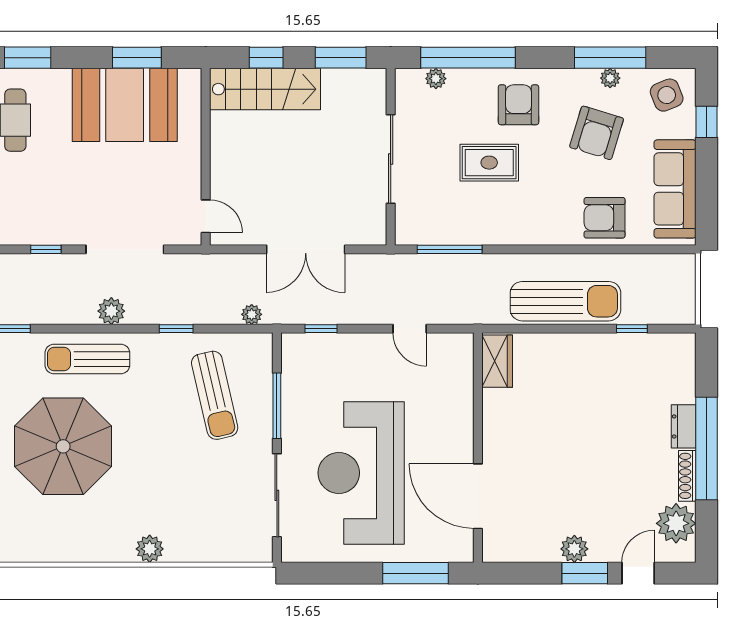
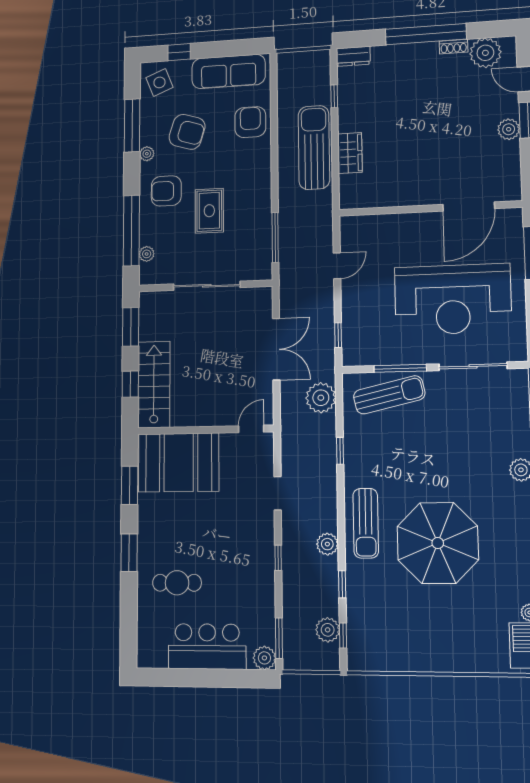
window: (28, 58) -> (129, 553), moved
plant: (610, 78) -> (147, 154), moved
booth: (125, 105) -> (179, 463), moved, turned 90
armchair: (605, 218) -> (250, 122), turned 180
doorway: (125, 249) -> (278, 493), width x0.53
plant: (111, 311) -> (327, 544), moved
plant: (252, 314) -> (321, 398), width x1.88, depth x1.88
wardrobe: (497, 361) -> (350, 153), moved, turned 90
sun lounger: (215, 395) -> (389, 395), moved
dresser: (684, 426) -> (353, 56), moved
shoe rack: (687, 476) -> (454, 47), width x0.70

